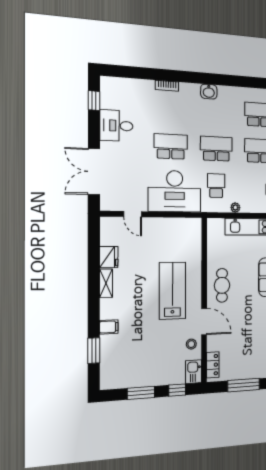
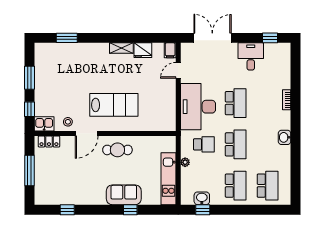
filing cabinet: (109, 327) -> (170, 50), moved

